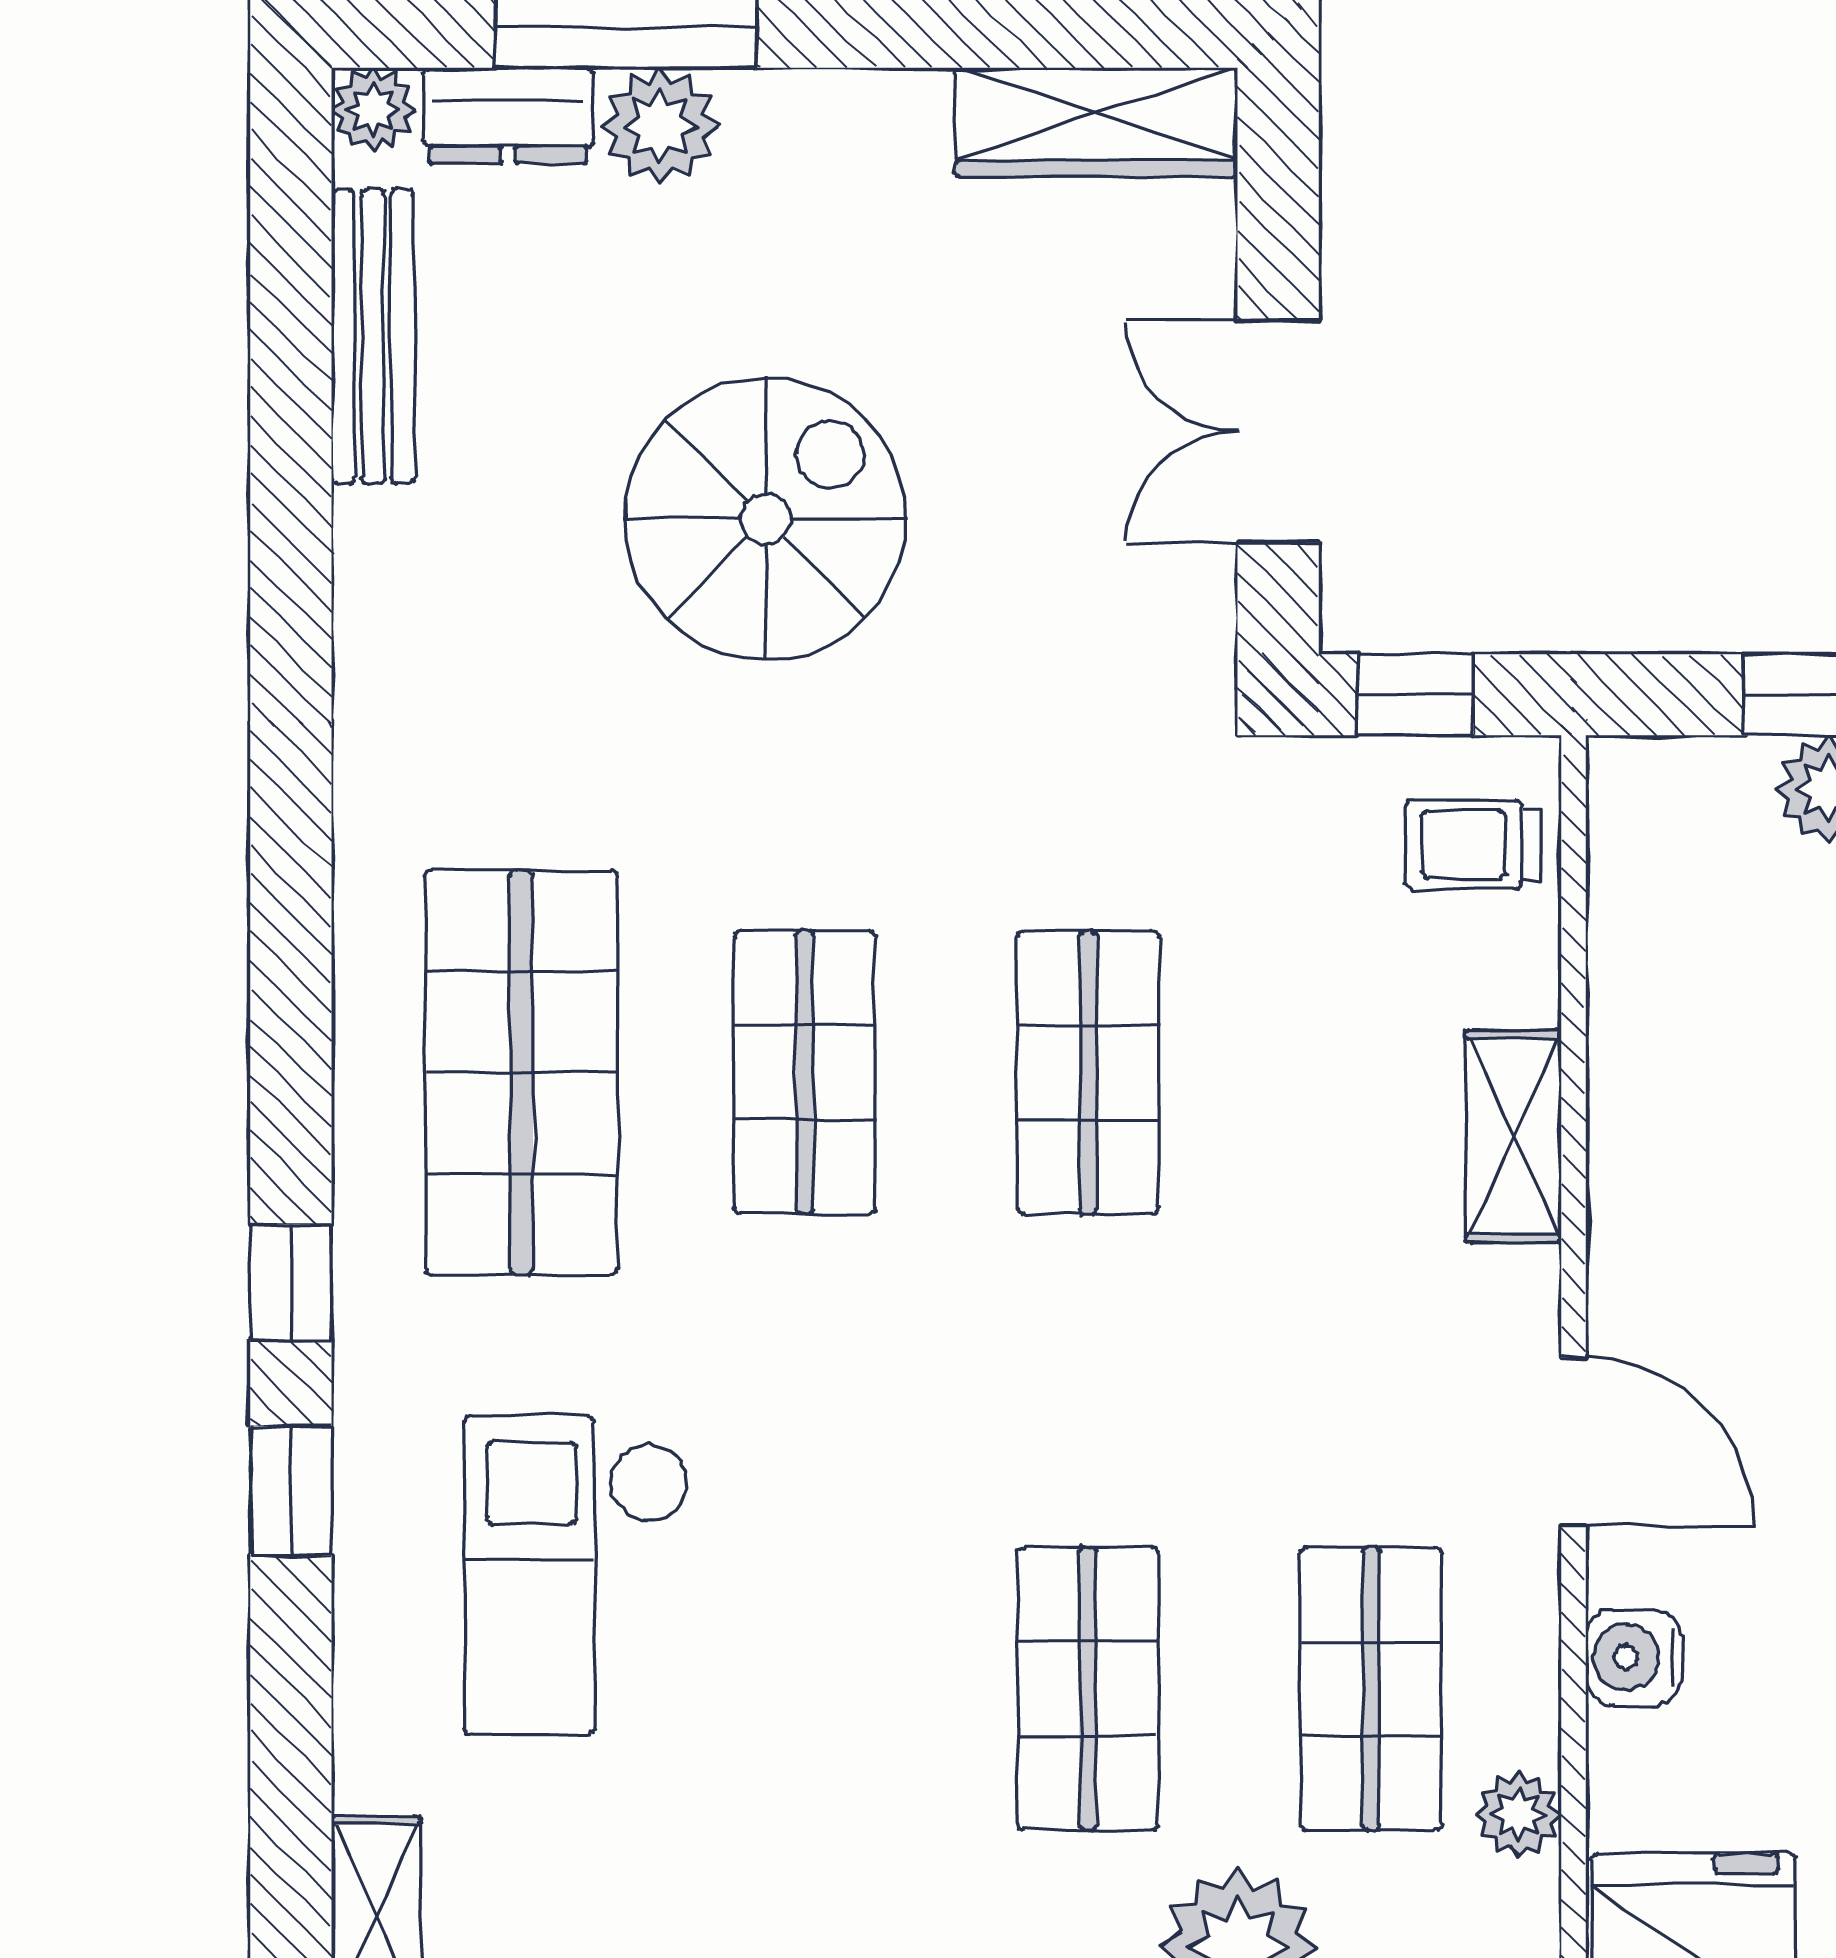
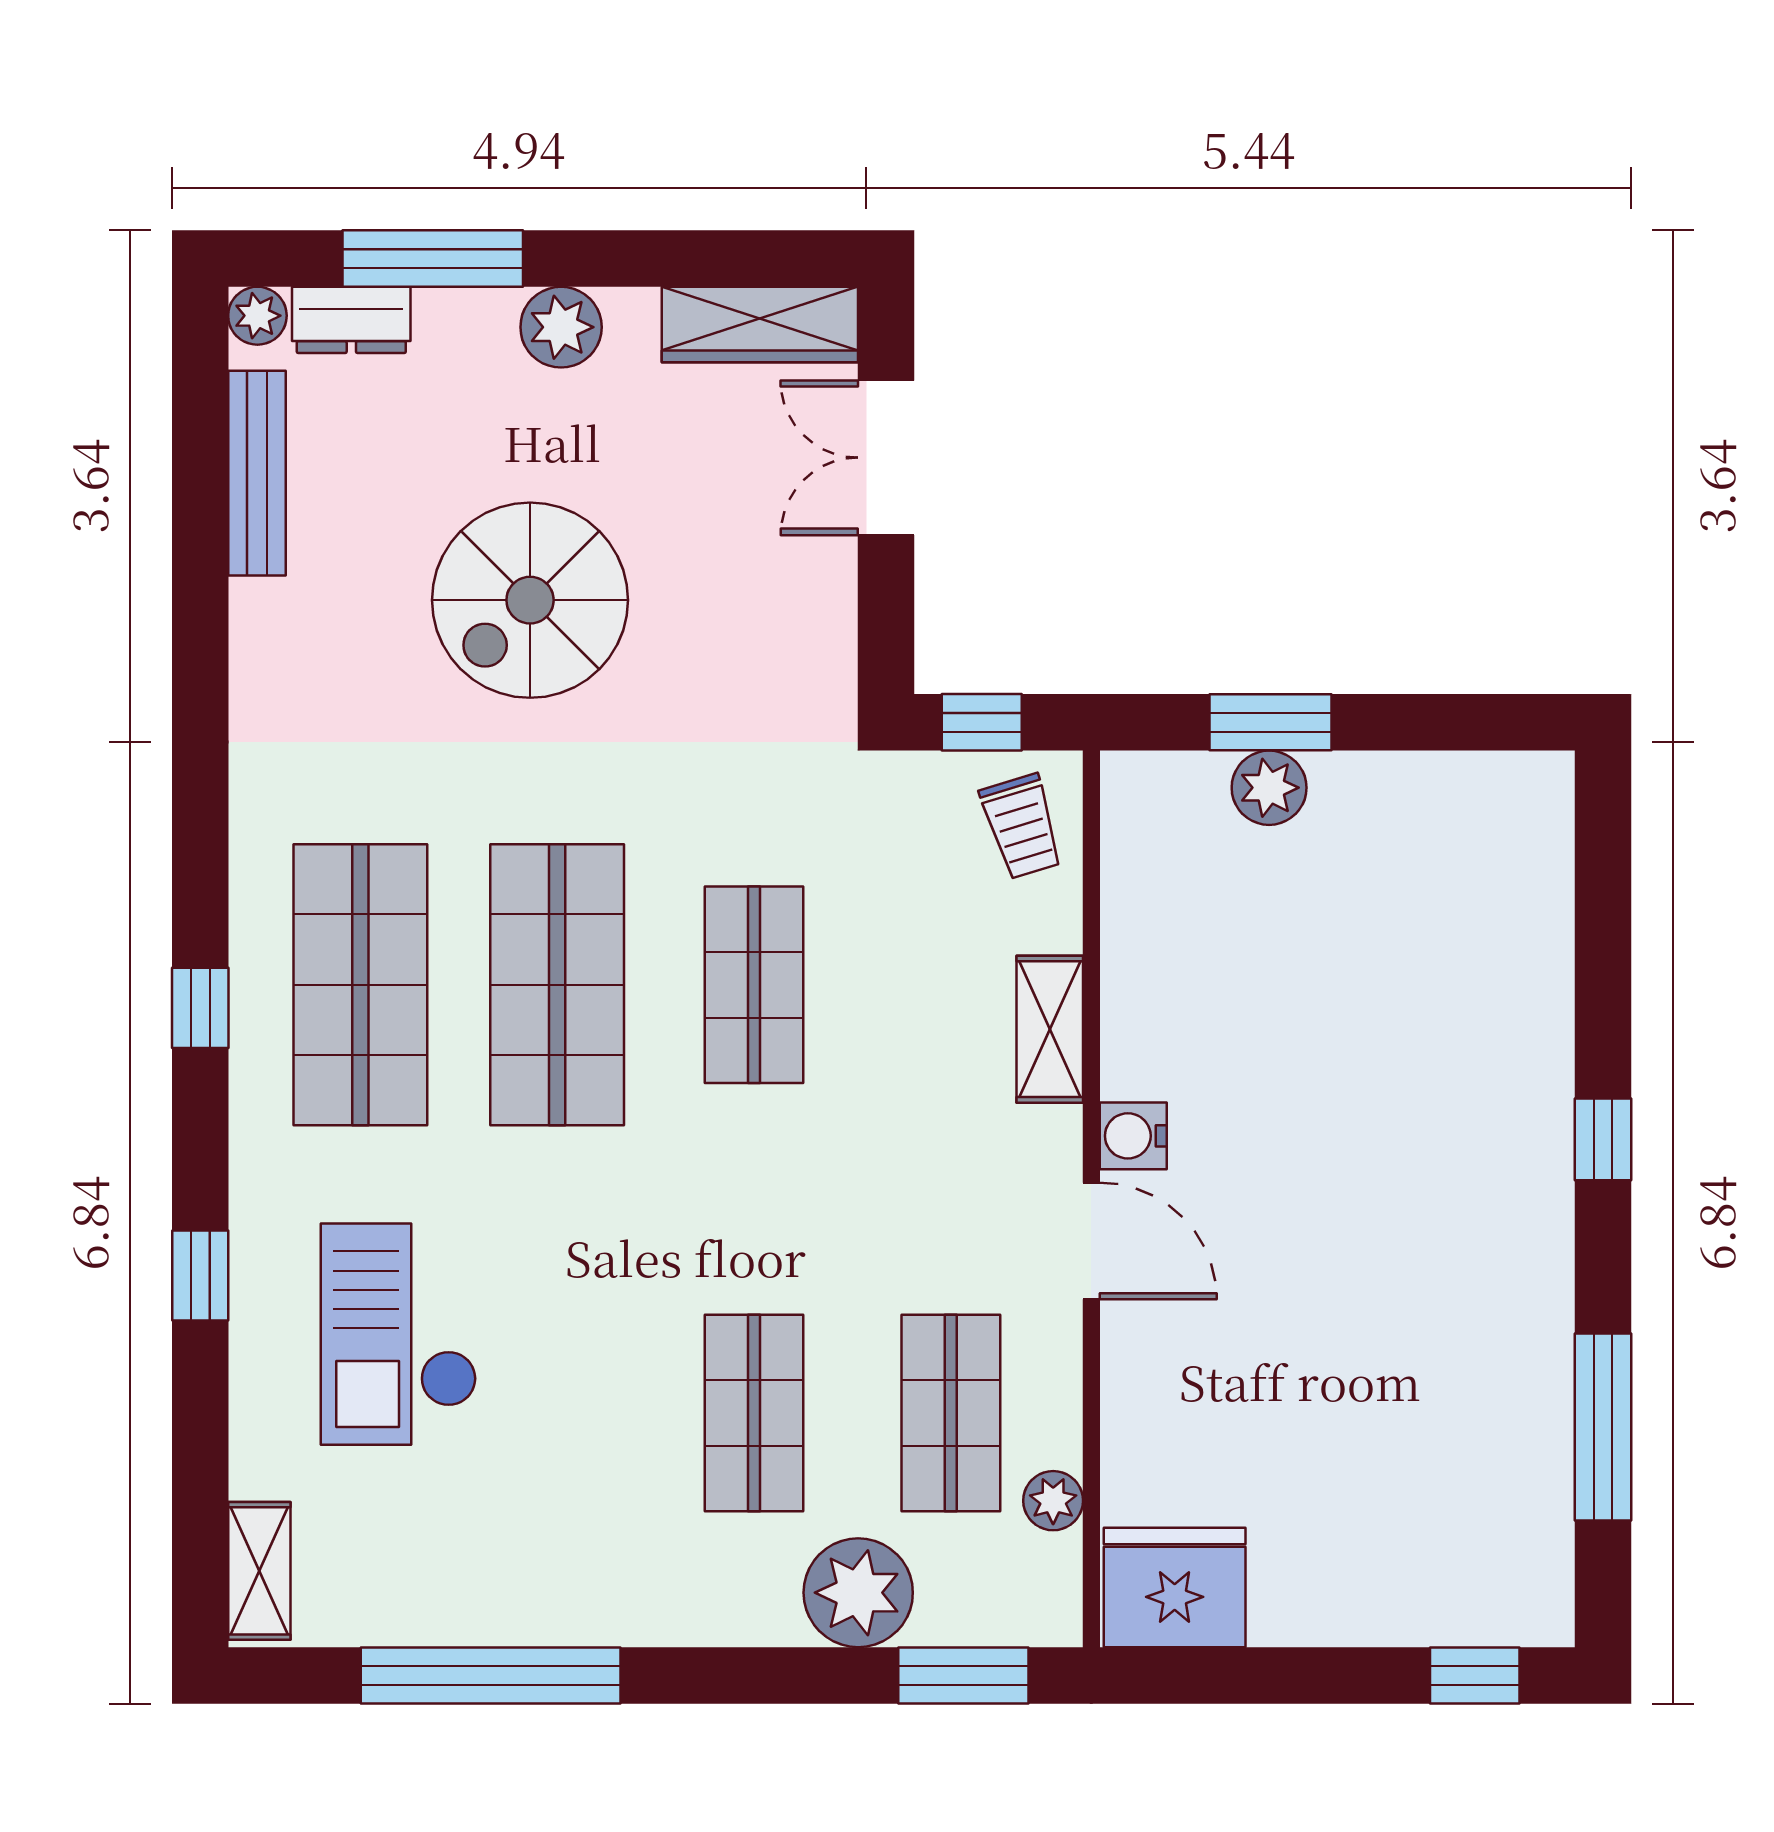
plant: (660, 126) -> (561, 327), moved
double door: (1278, 432) -> (886, 458), moved
spiral stairs: (766, 519) -> (530, 600), turned 180
trolley: (1473, 845) -> (1022, 826), turned -107
shop shelf: (805, 1072) -> (557, 985), width x1.43, depth x1.36
window: (291, 1283) -> (200, 1008), moved
water cooler: (1634, 1657) -> (1133, 1136), moved

